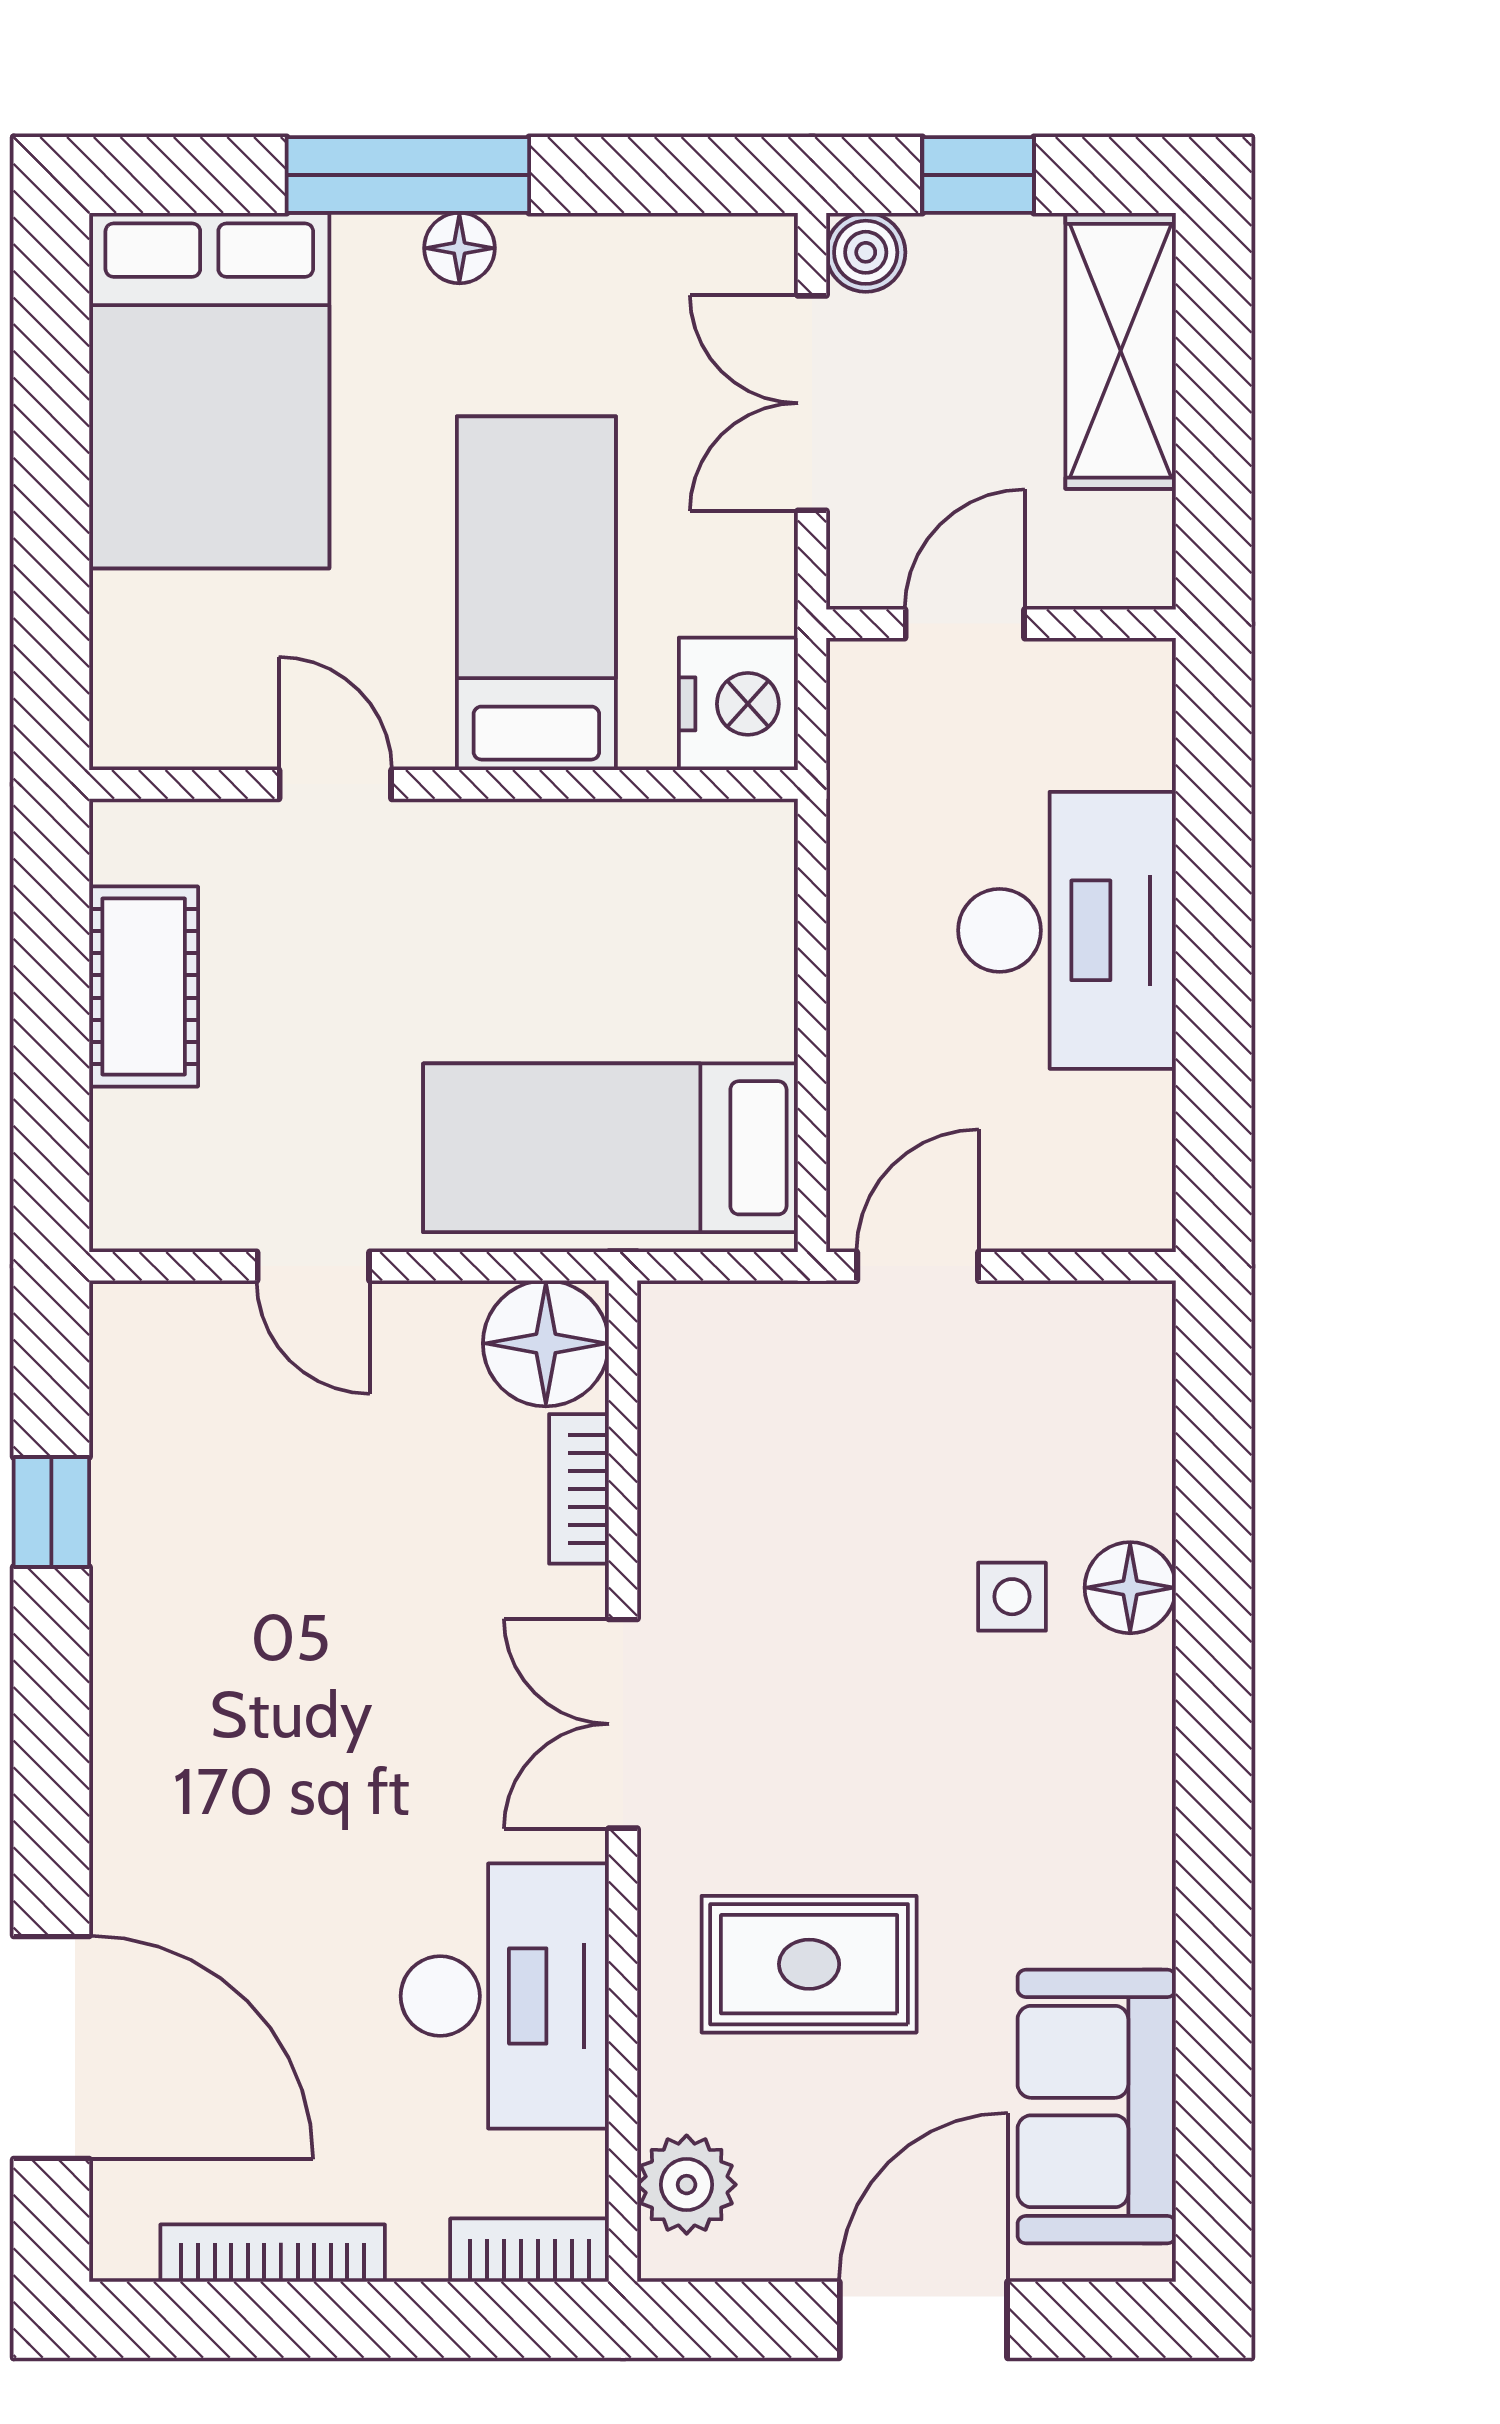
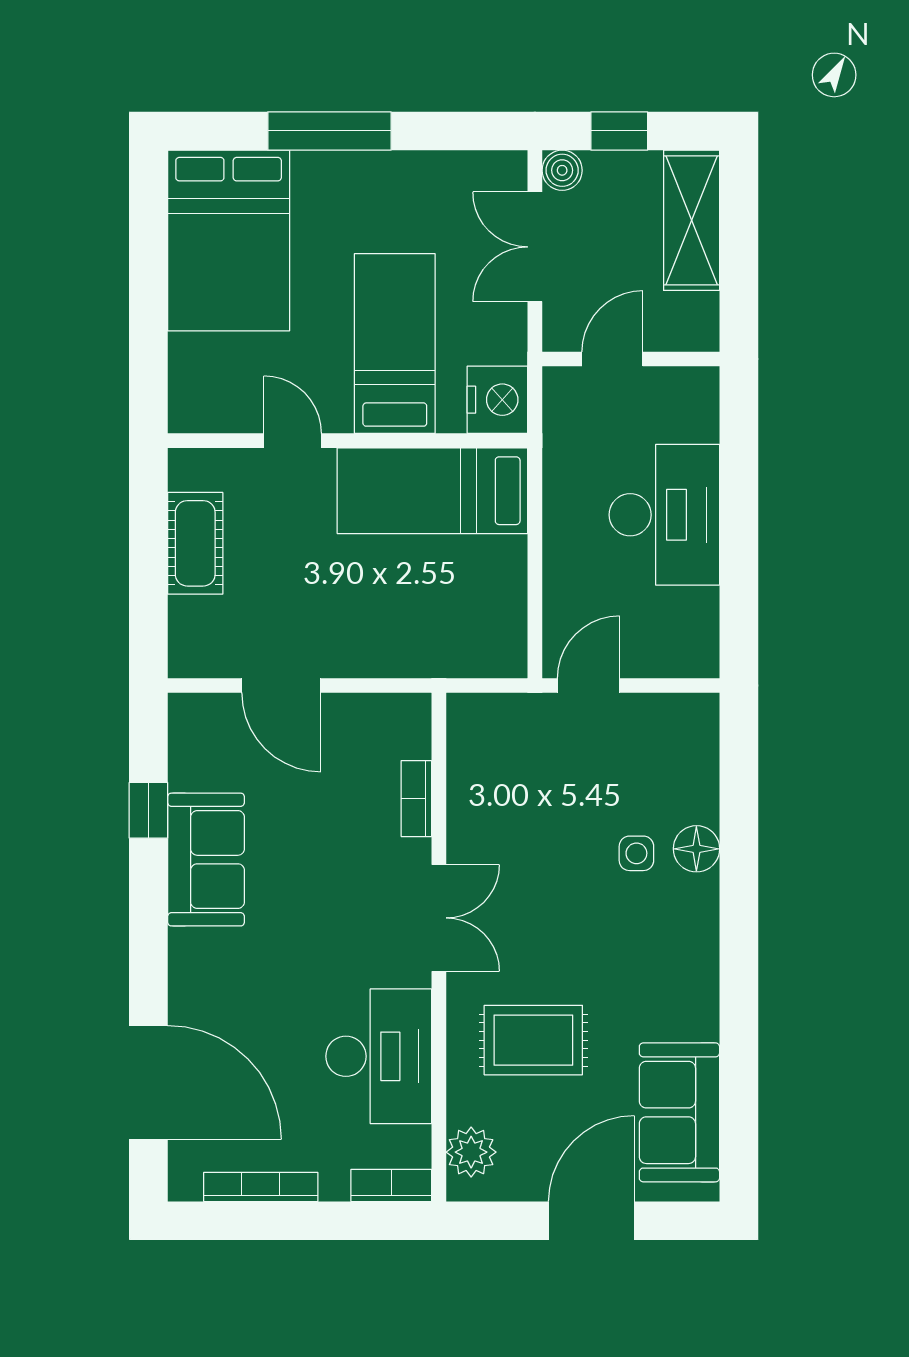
floor lamp: (459, 248) -> (356, 168), removed
bed: (610, 1148) -> (432, 491), moved
door: (313, 1266) -> (281, 685), width x1.37
floor lamp: (546, 1343) -> (400, 725), removed
sofa: (165, 1609) -> (206, 860), added
double door: (623, 1724) -> (439, 918), swing flipped

